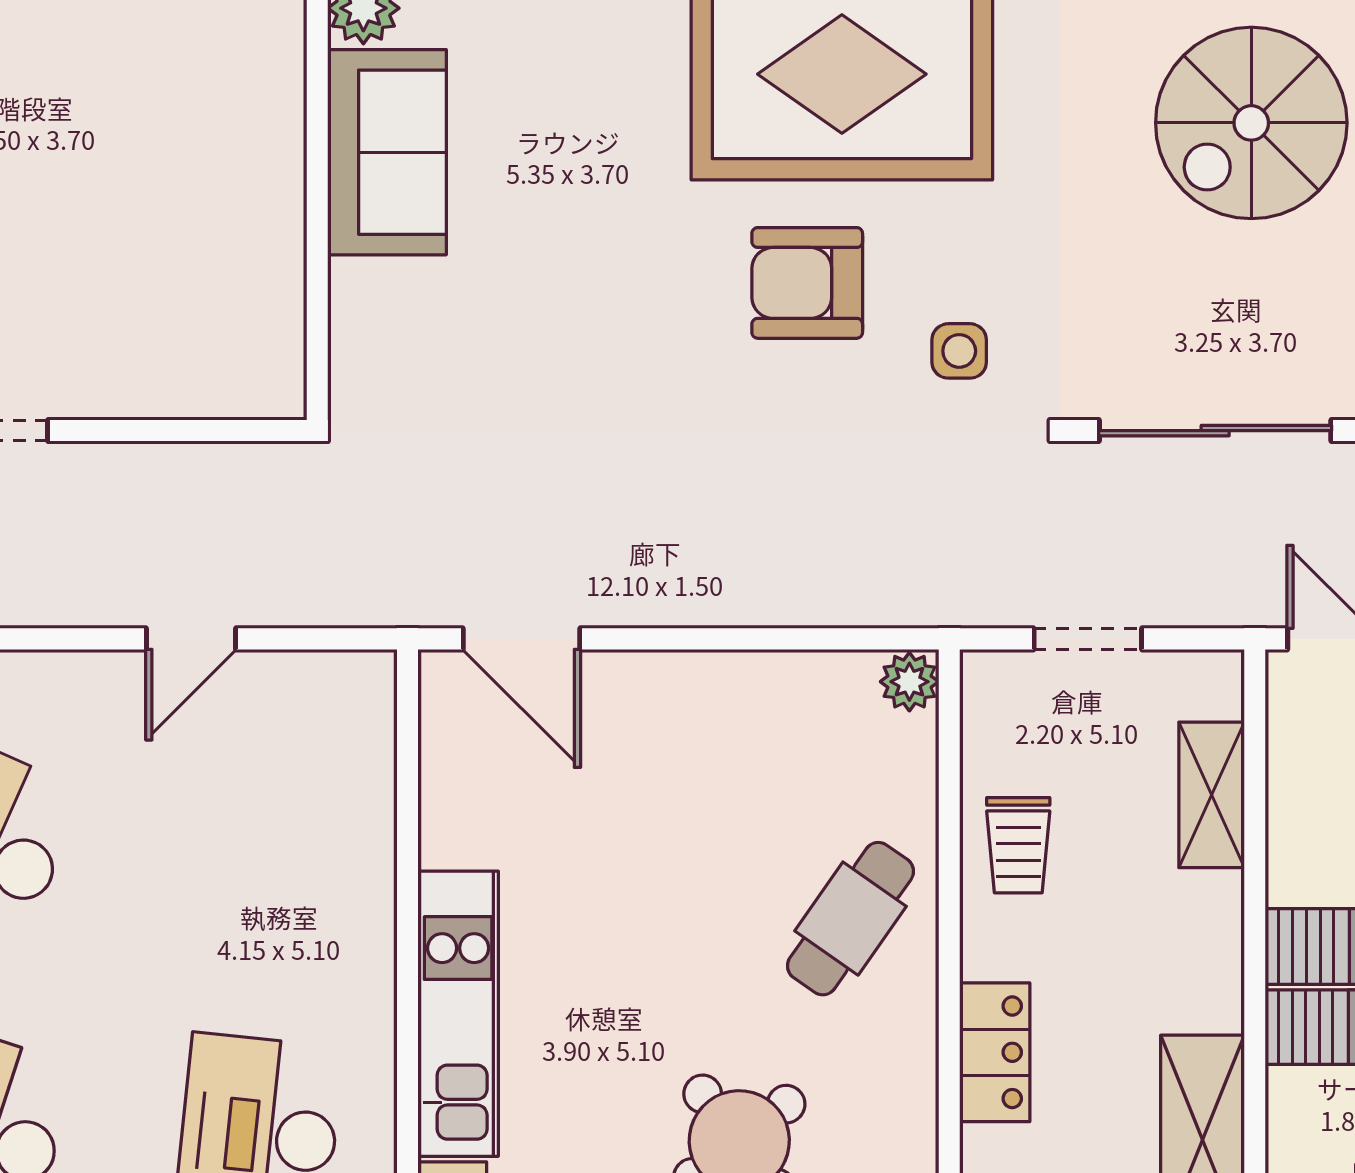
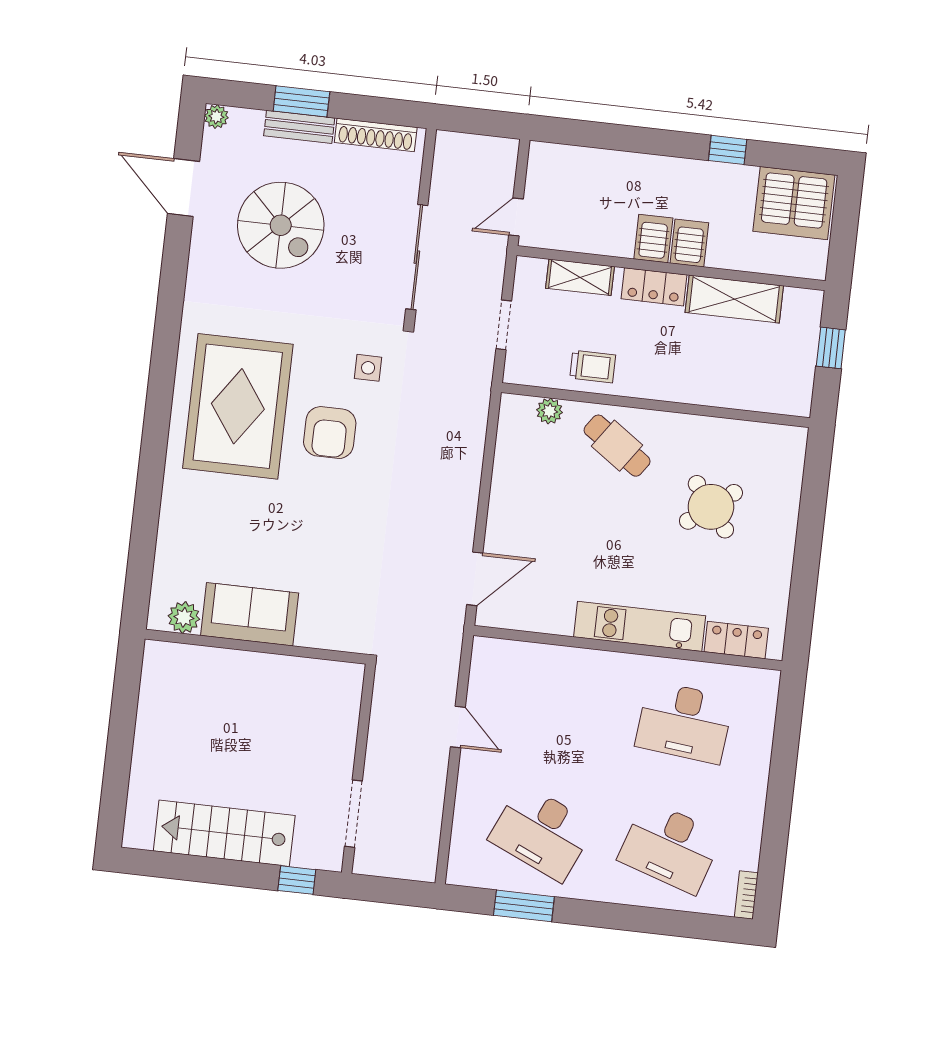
plant: (909, 682) -> (549, 411), moved
locker: (995, 1052) -> (654, 287), moved, turned 180

